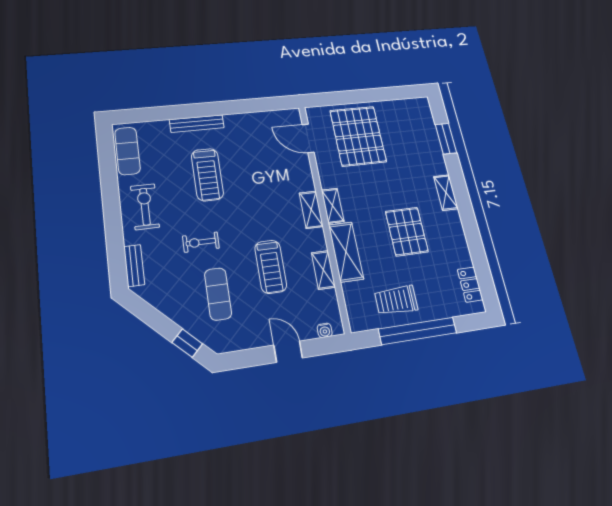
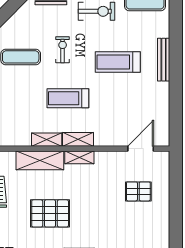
pallet: (358, 136) -> (138, 191), width x0.49, depth x0.50
treadmill: (271, 267) -> (68, 98), moved
shelving: (323, 270) -> (47, 140), moved

